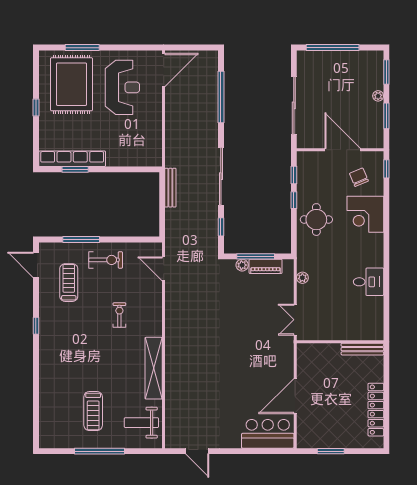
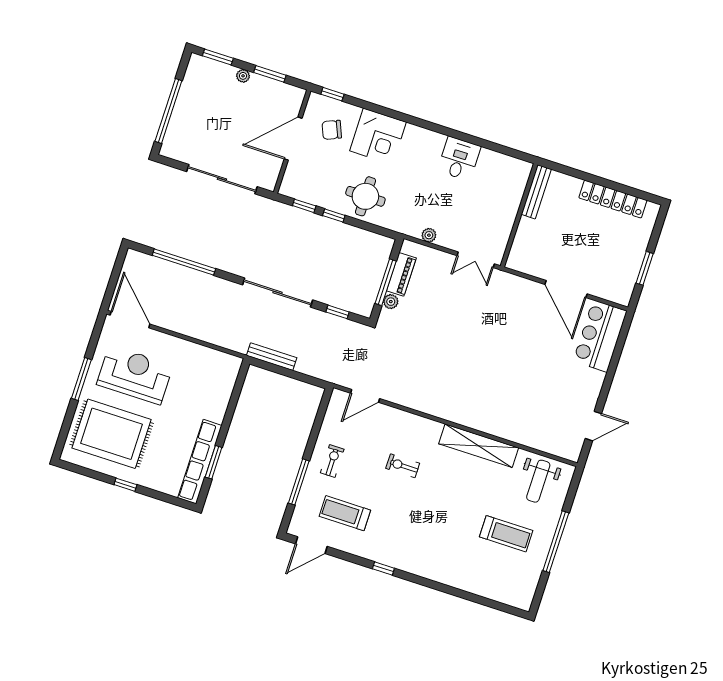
window: (82, 48) -> (81, 379), moved
exercise bike: (106, 260) -> (332, 461), width x0.73, depth x0.72

